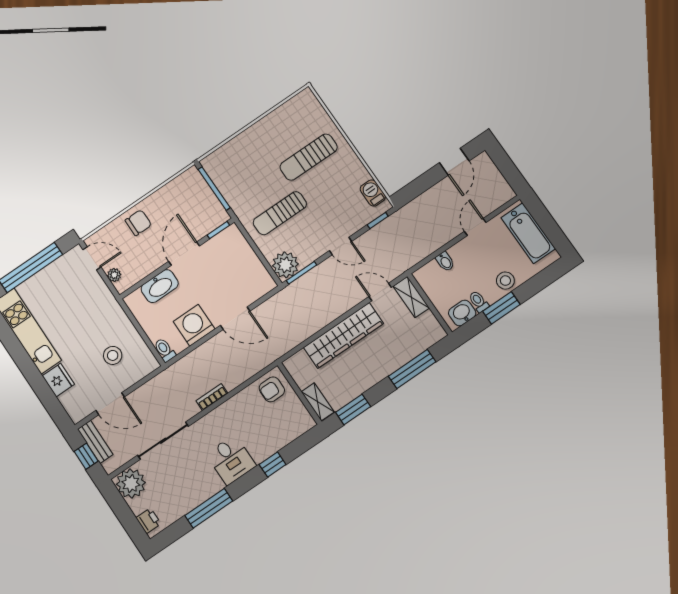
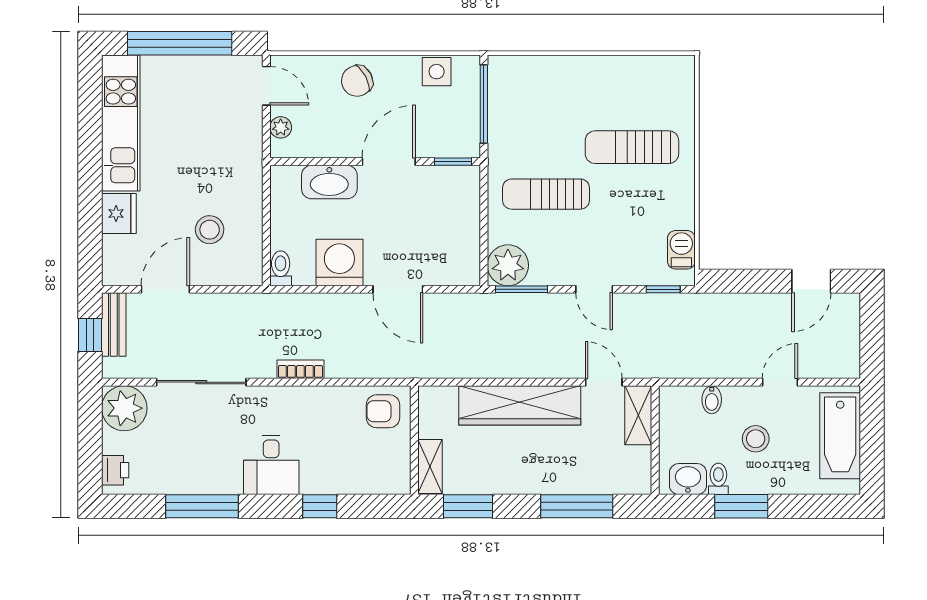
side table: (177, 189) -> (437, 72), added
chair: (138, 223) -> (357, 81), turned 152
stool: (505, 281) -> (756, 439), moved
door: (110, 404) -> (165, 289), swing flipped

